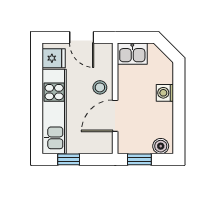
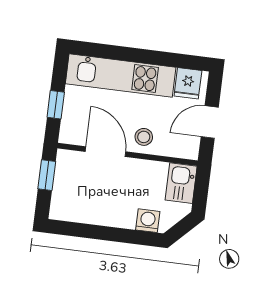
washing machine: (165, 93) -> (148, 221), moved
boiler: (161, 146) -> (60, 204), removed
window: (69, 159) -> (56, 105), moved

